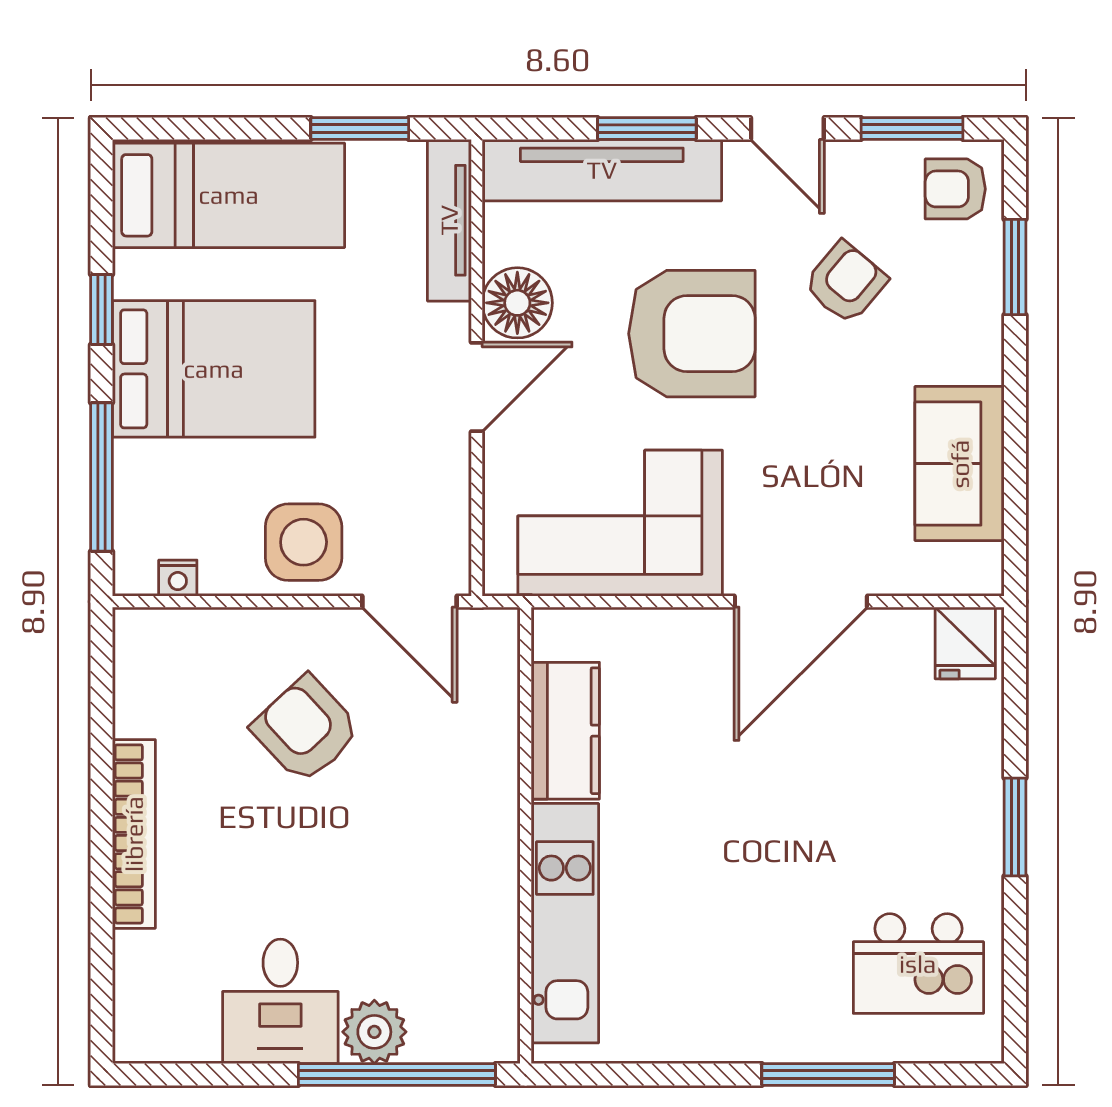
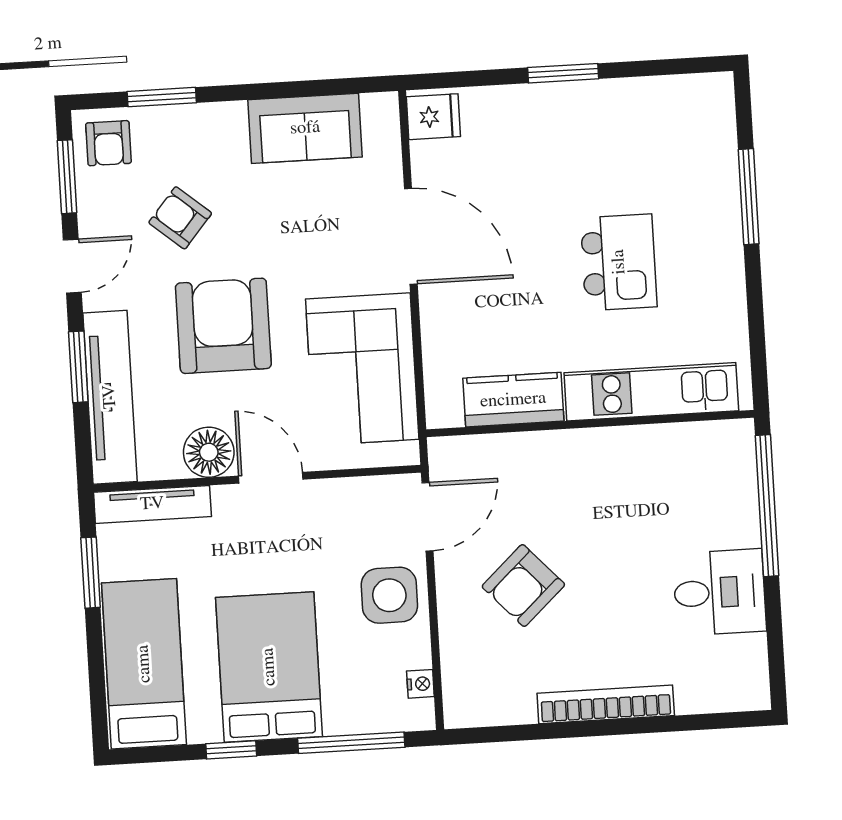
kitchen island: (918, 964) -> (619, 262), moved
plant: (374, 1032) -> (737, 524), removed

